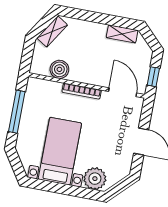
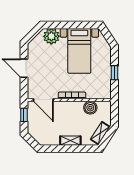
shelving: (122, 34) -> (70, 141), moved
window: (17, 112) -> (114, 73), width x0.46

